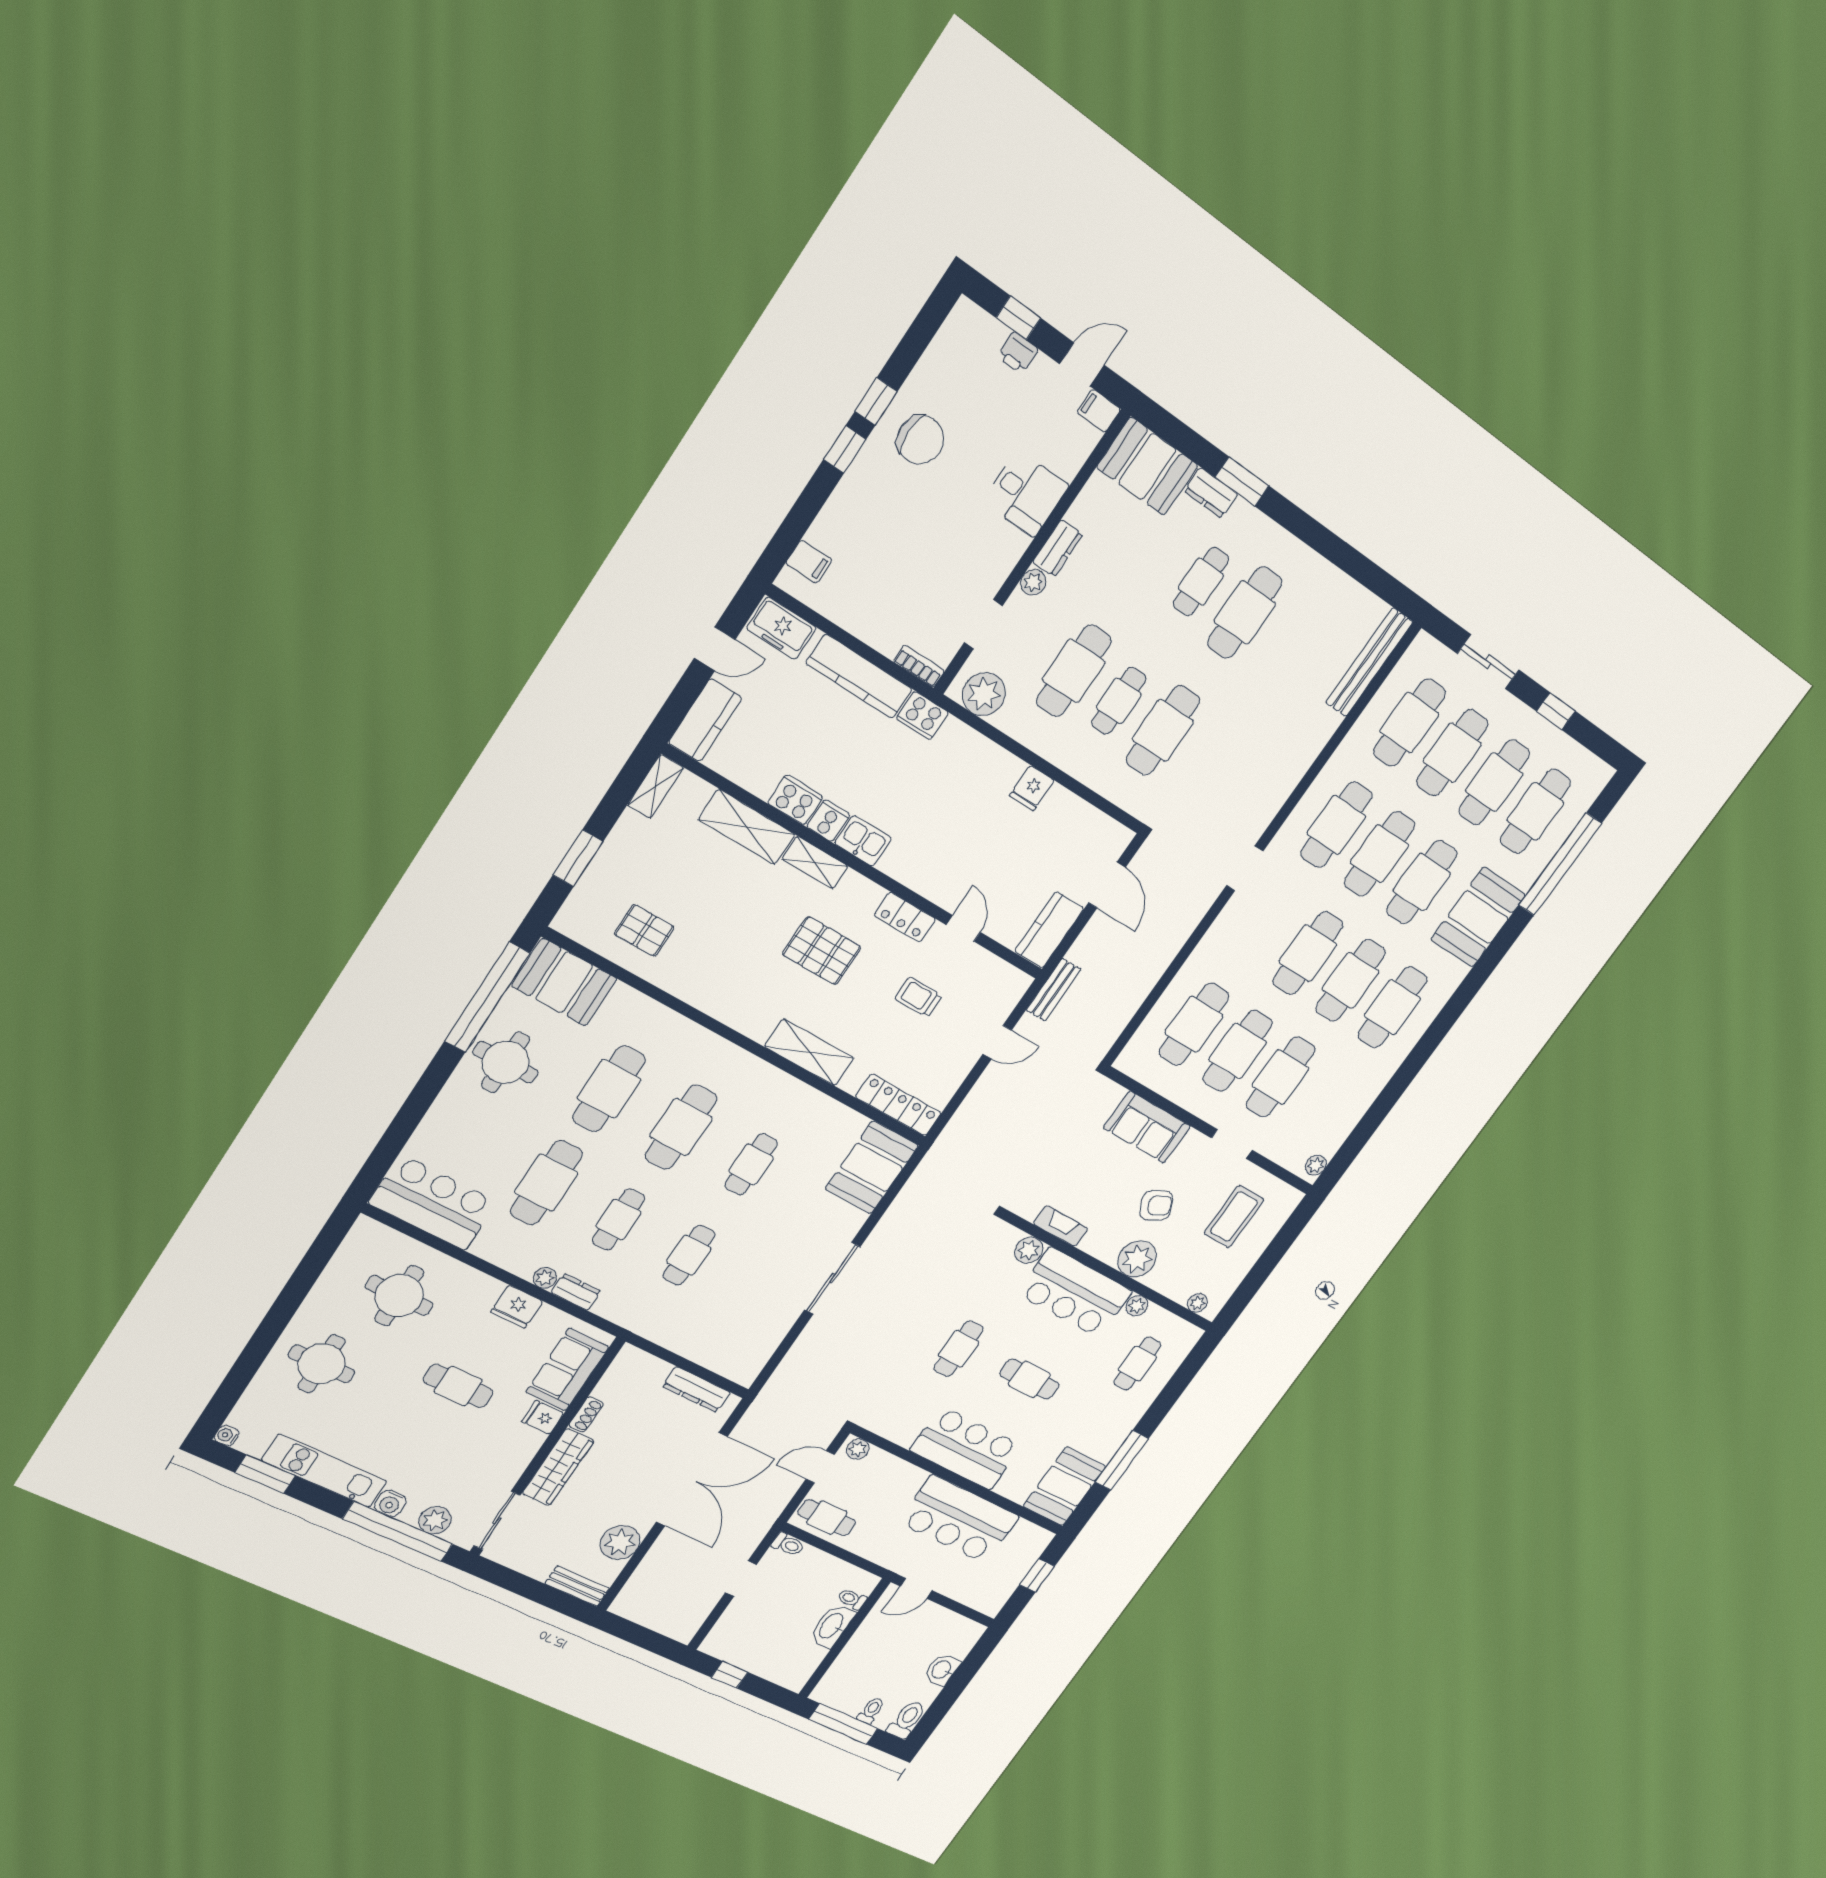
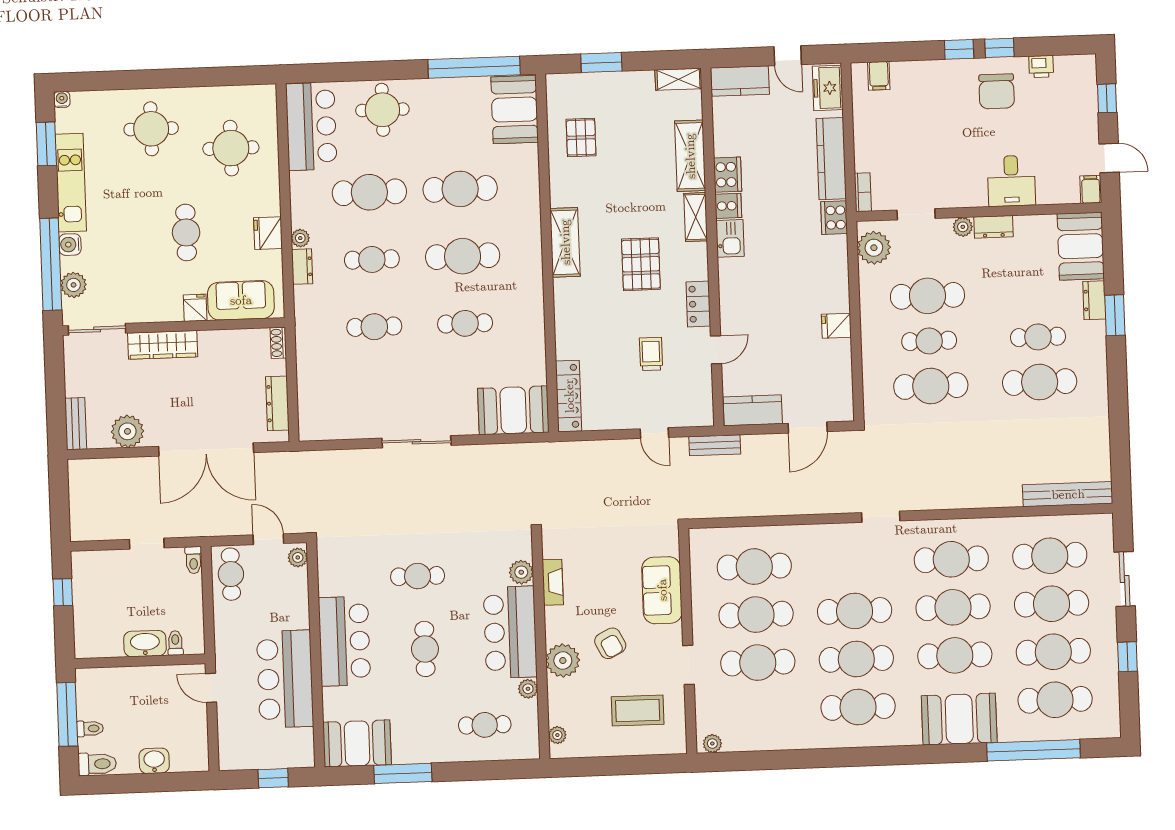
printer: (1018, 353) -> (1041, 66), moved, turned -90
shelving: (809, 1052) -> (565, 242), moved
round table: (506, 1062) -> (382, 110), moved
shoe rack: (586, 1415) -> (278, 343), moved, turned 90

